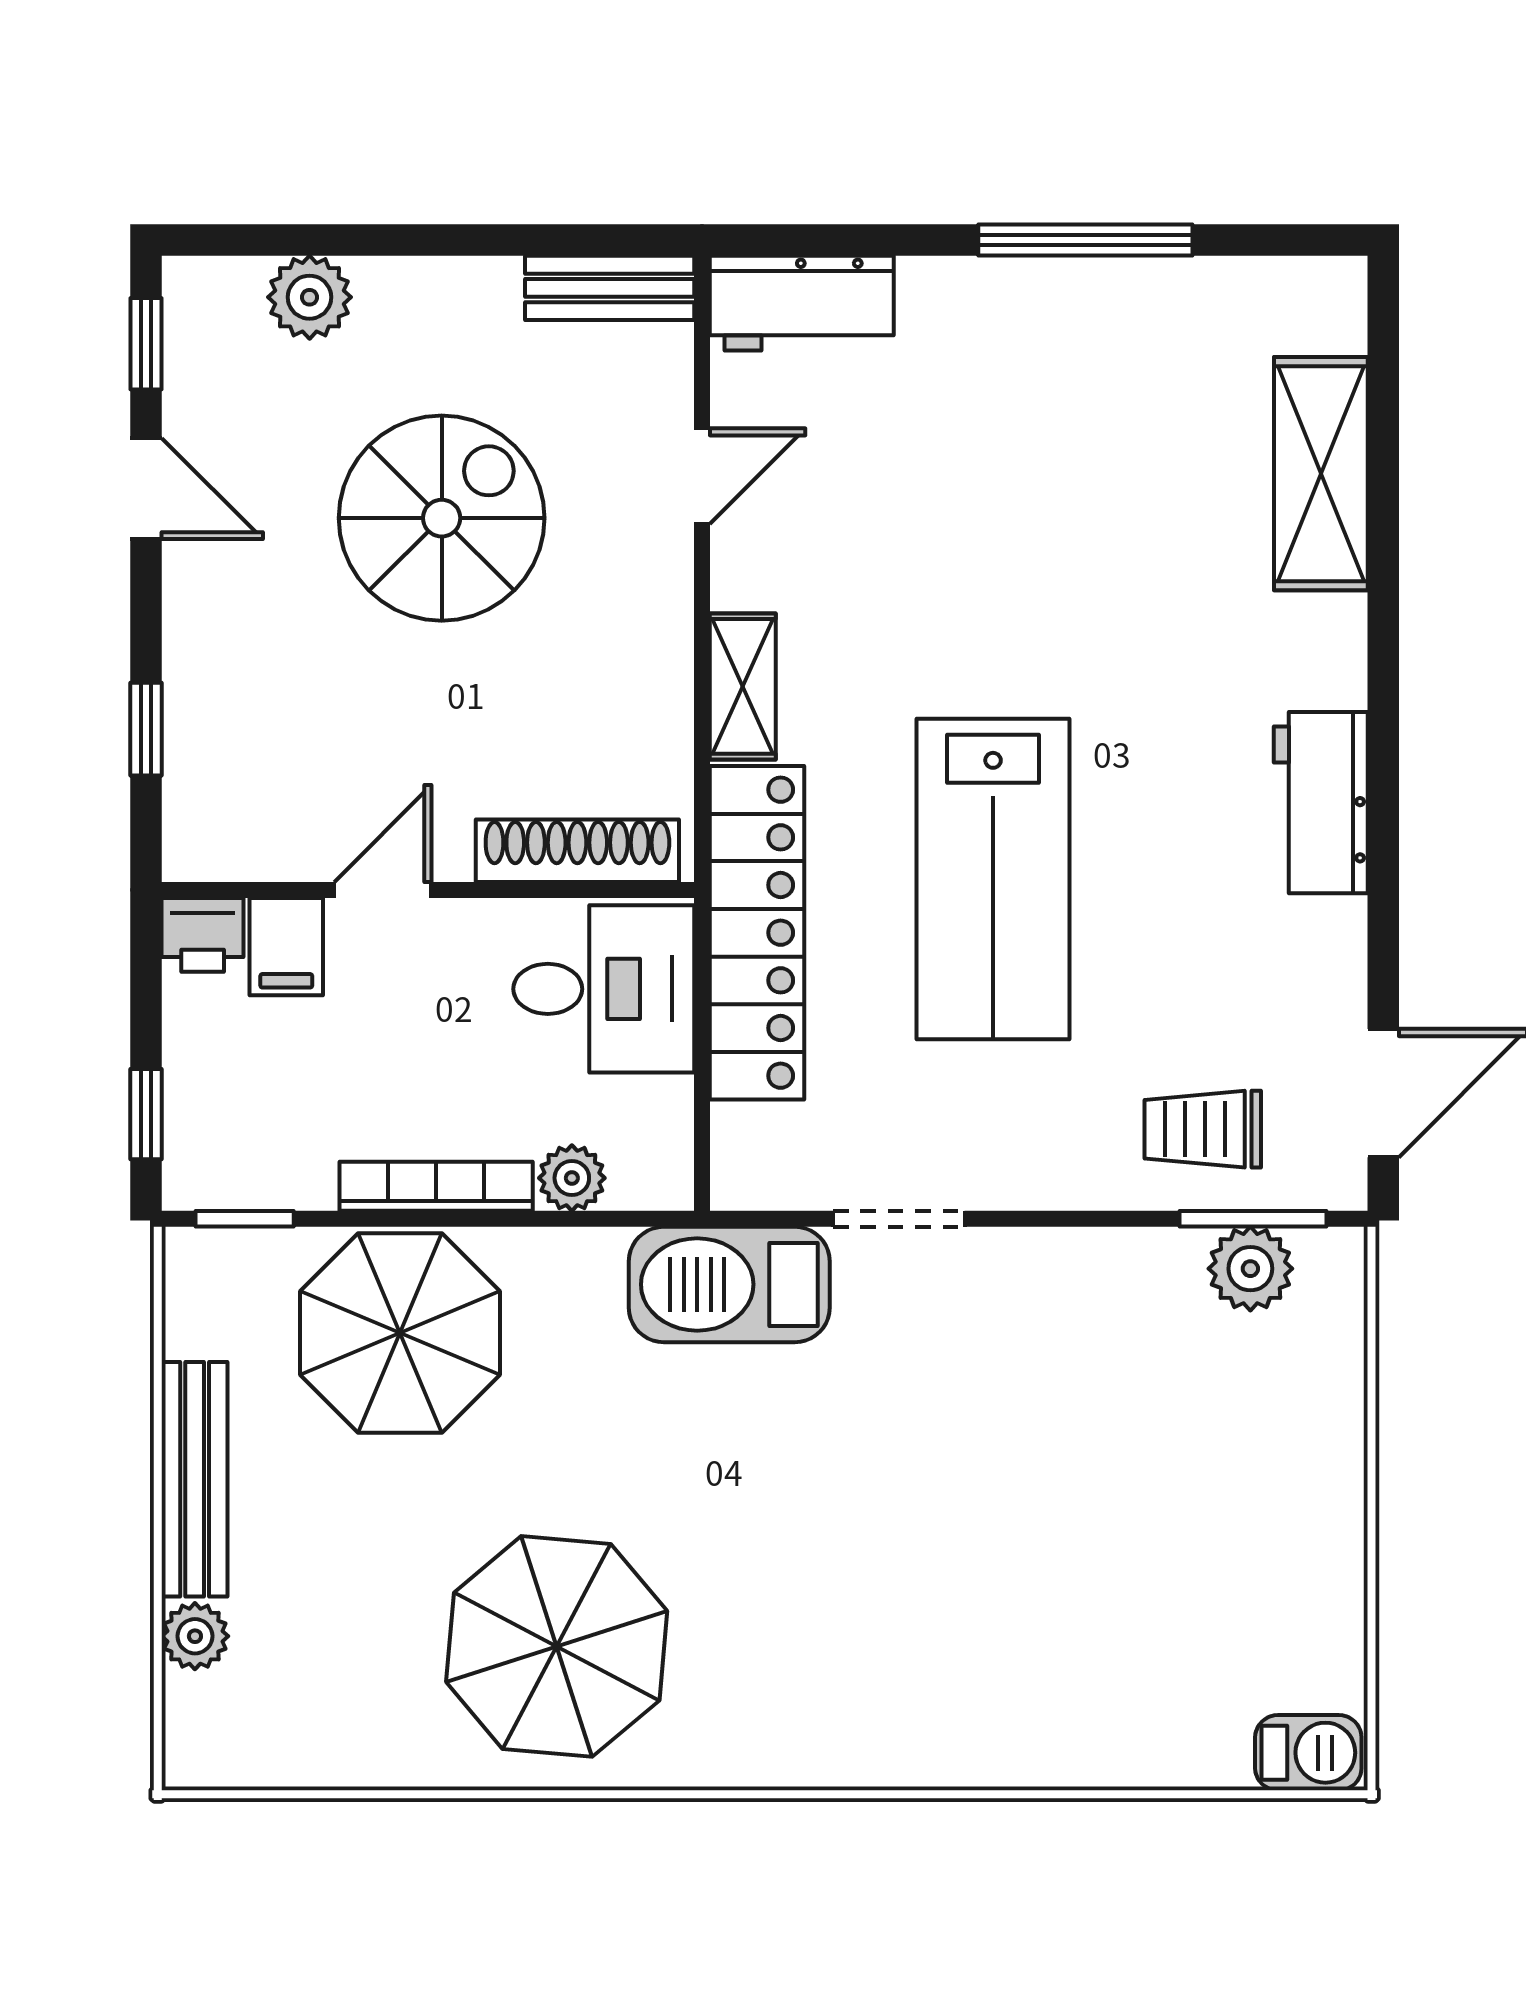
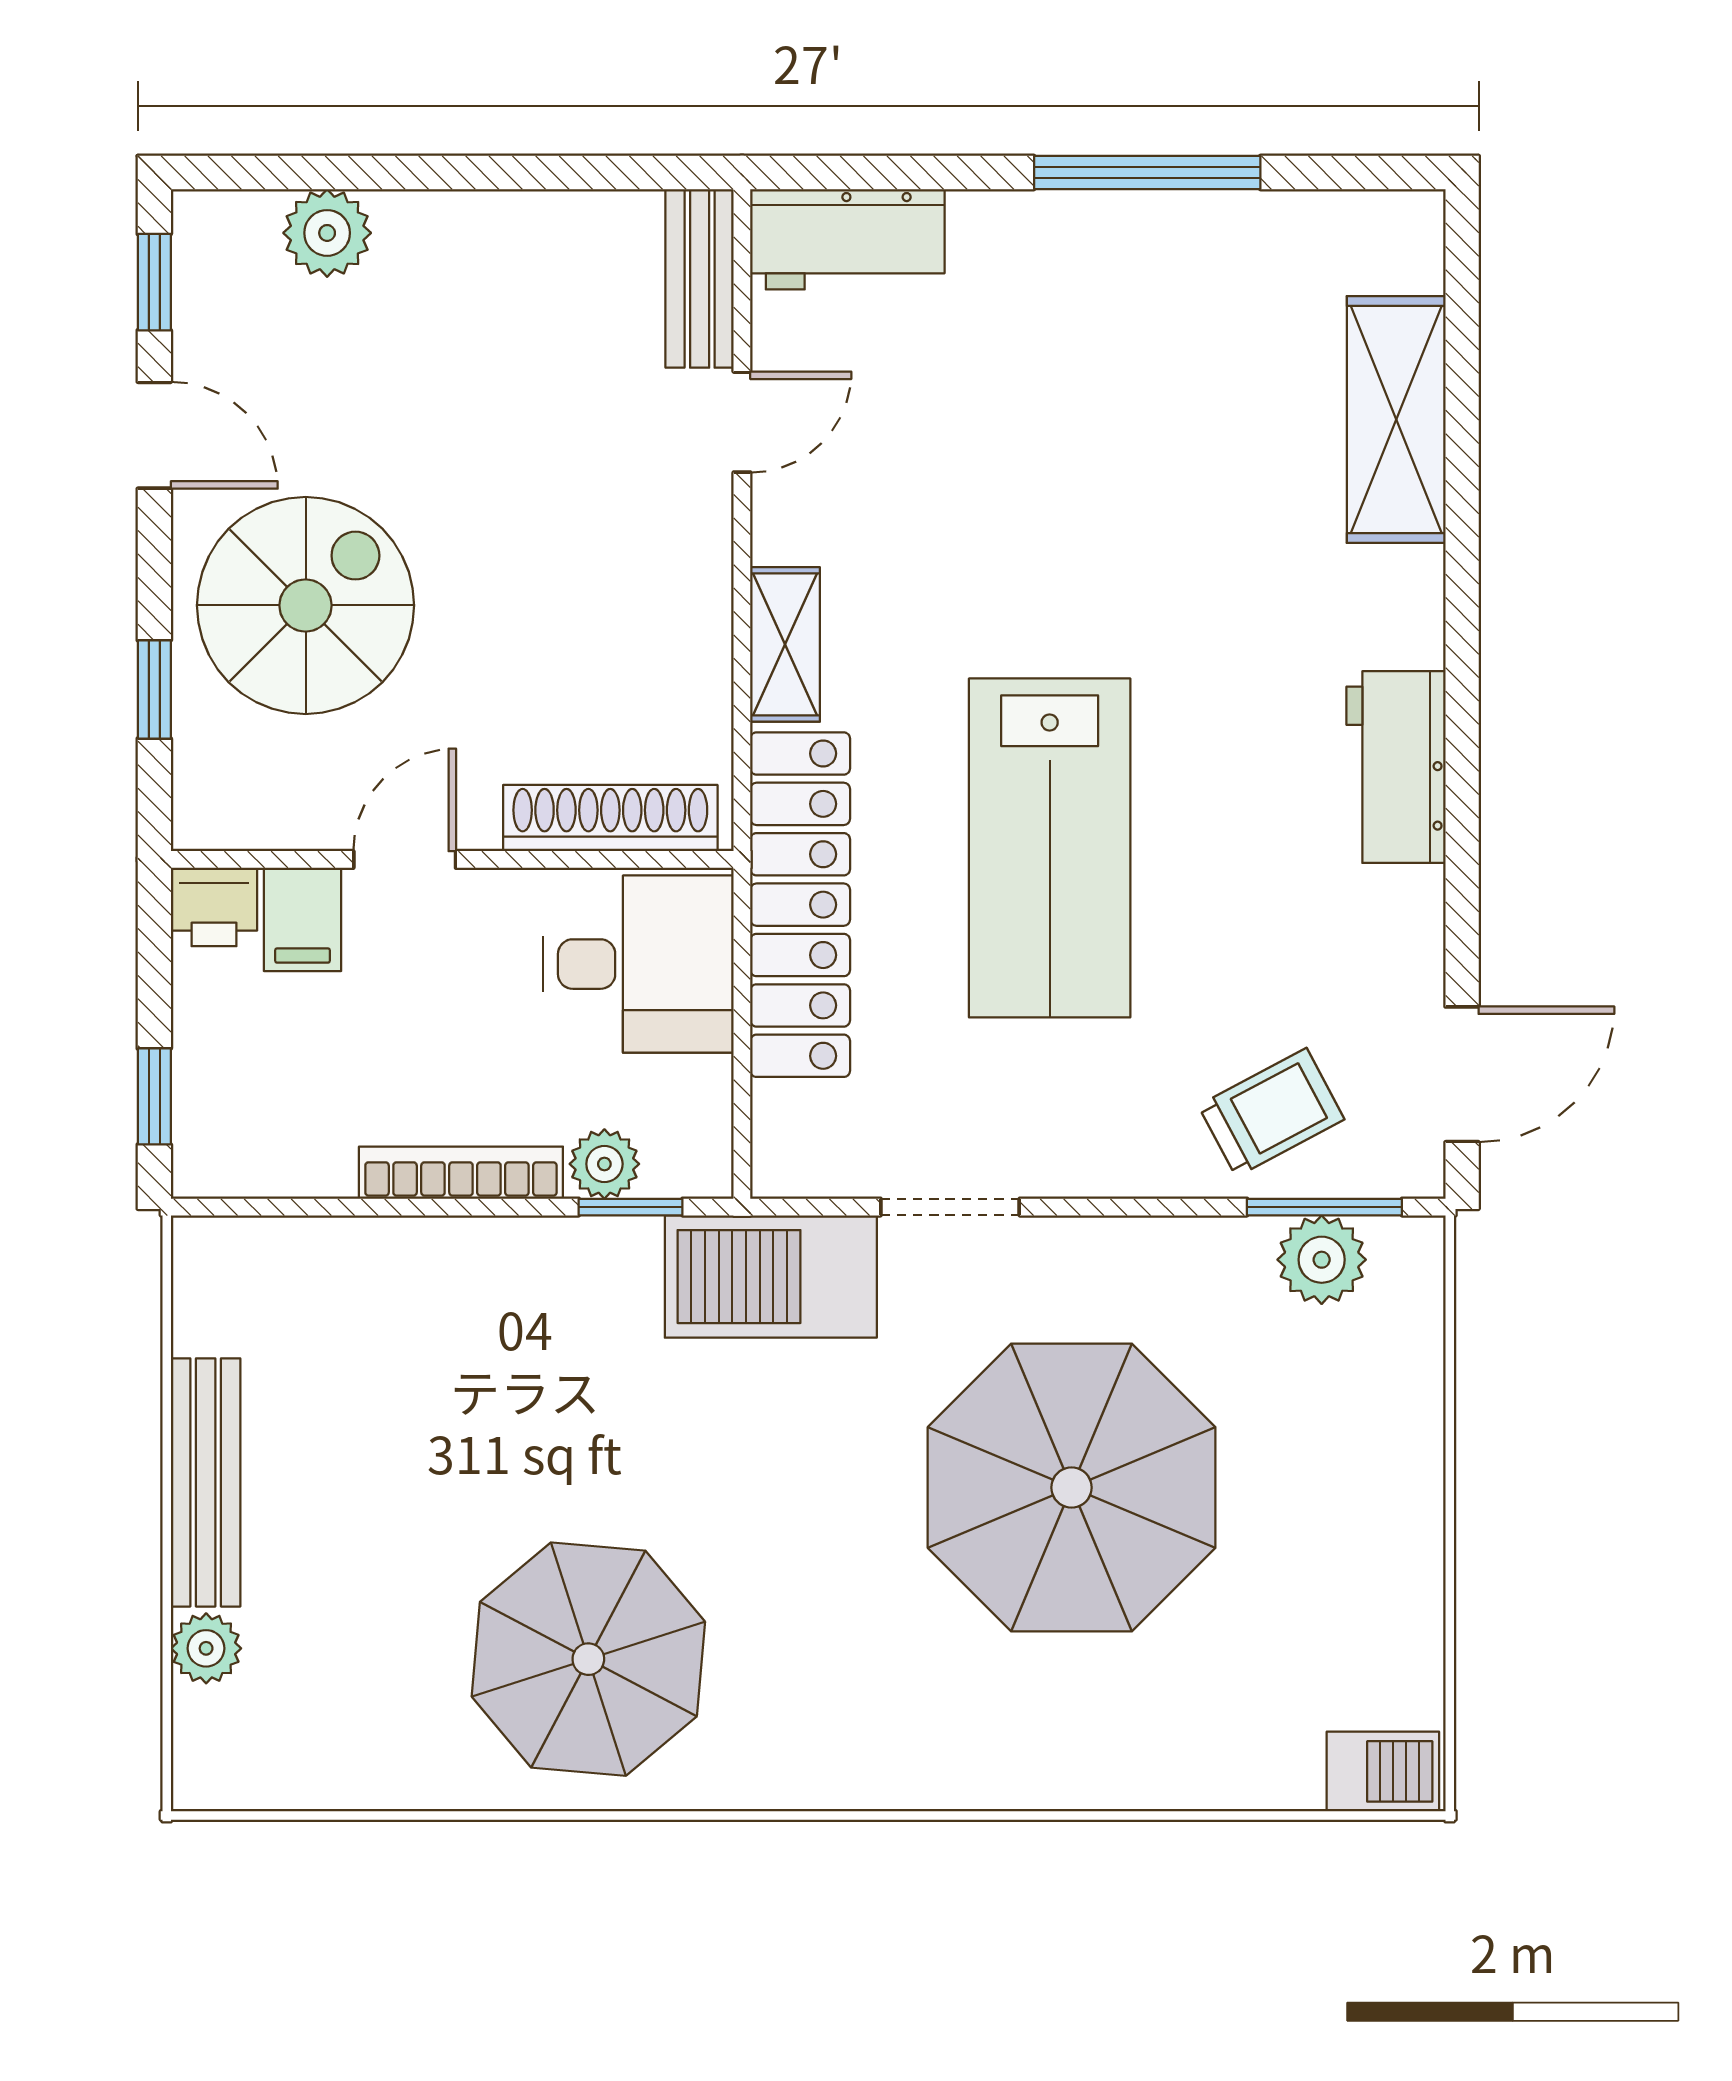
bench: (610, 288) -> (700, 278), moved, turned 90
spiral stairs: (442, 518) -> (306, 605), moved
trolley: (1203, 1129) -> (1271, 1112), turned 152
window: (245, 1219) -> (631, 1207), moved
parasol: (400, 1333) -> (1072, 1488), moved, width x1.36, depth x1.36

